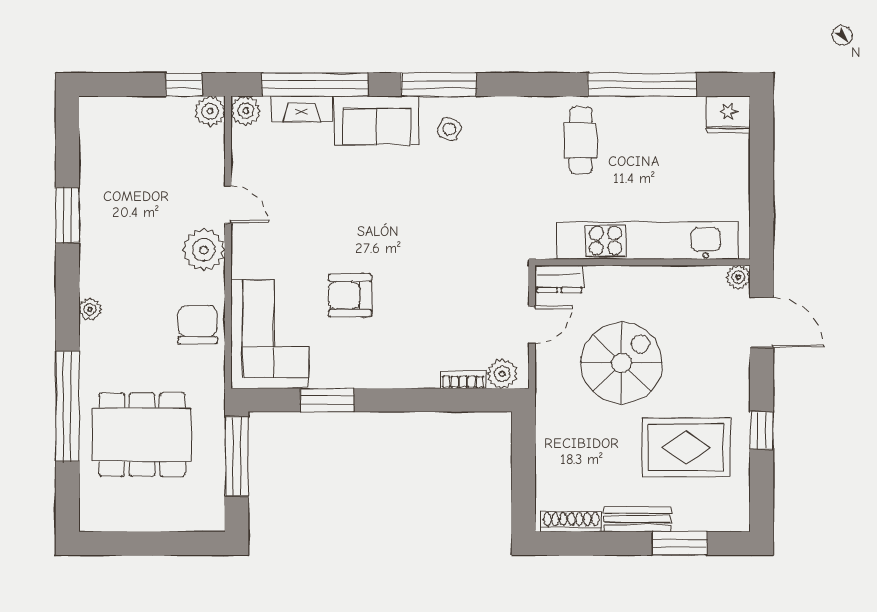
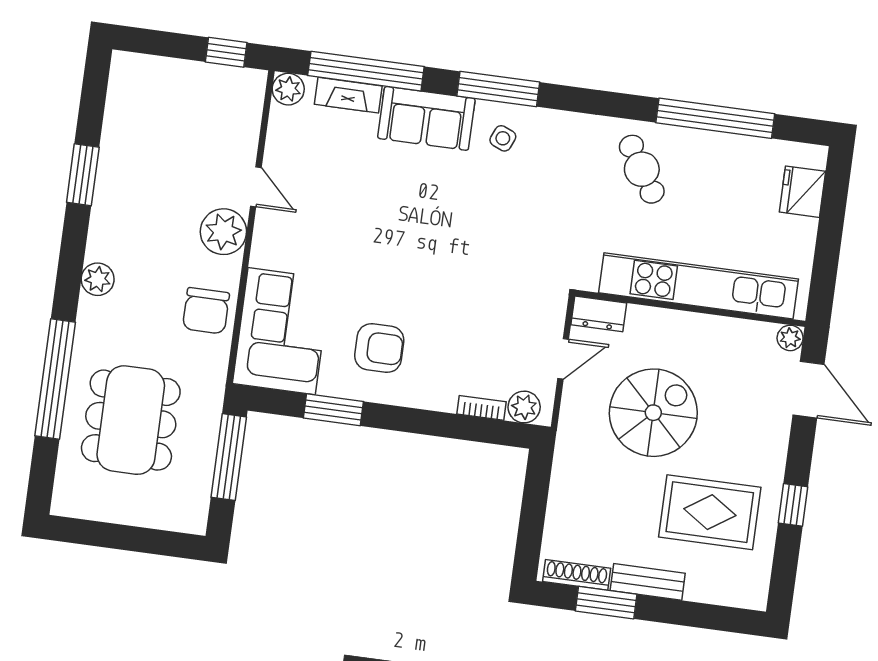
plant: (210, 111) -> (250, 84), removed
fridge: (728, 115) -> (803, 192), moved, turned 90
cafe table: (581, 140) -> (642, 169), turned -32
armchair: (350, 295) -> (379, 348), moved, turned 180
plant: (90, 309) -> (98, 279), width x1.38, depth x1.38
chair: (198, 325) -> (206, 311), turned 180
dining table: (142, 435) -> (131, 420), turned 90
window: (680, 543) -> (606, 603), moved

